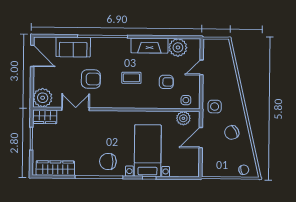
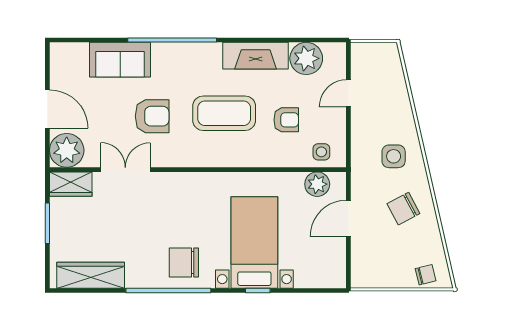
door: (32, 56) -> (47, 109), moved
coffee table: (131, 78) -> (224, 113), width x1.86, depth x1.72
side table: (215, 107) -> (394, 156), moved

